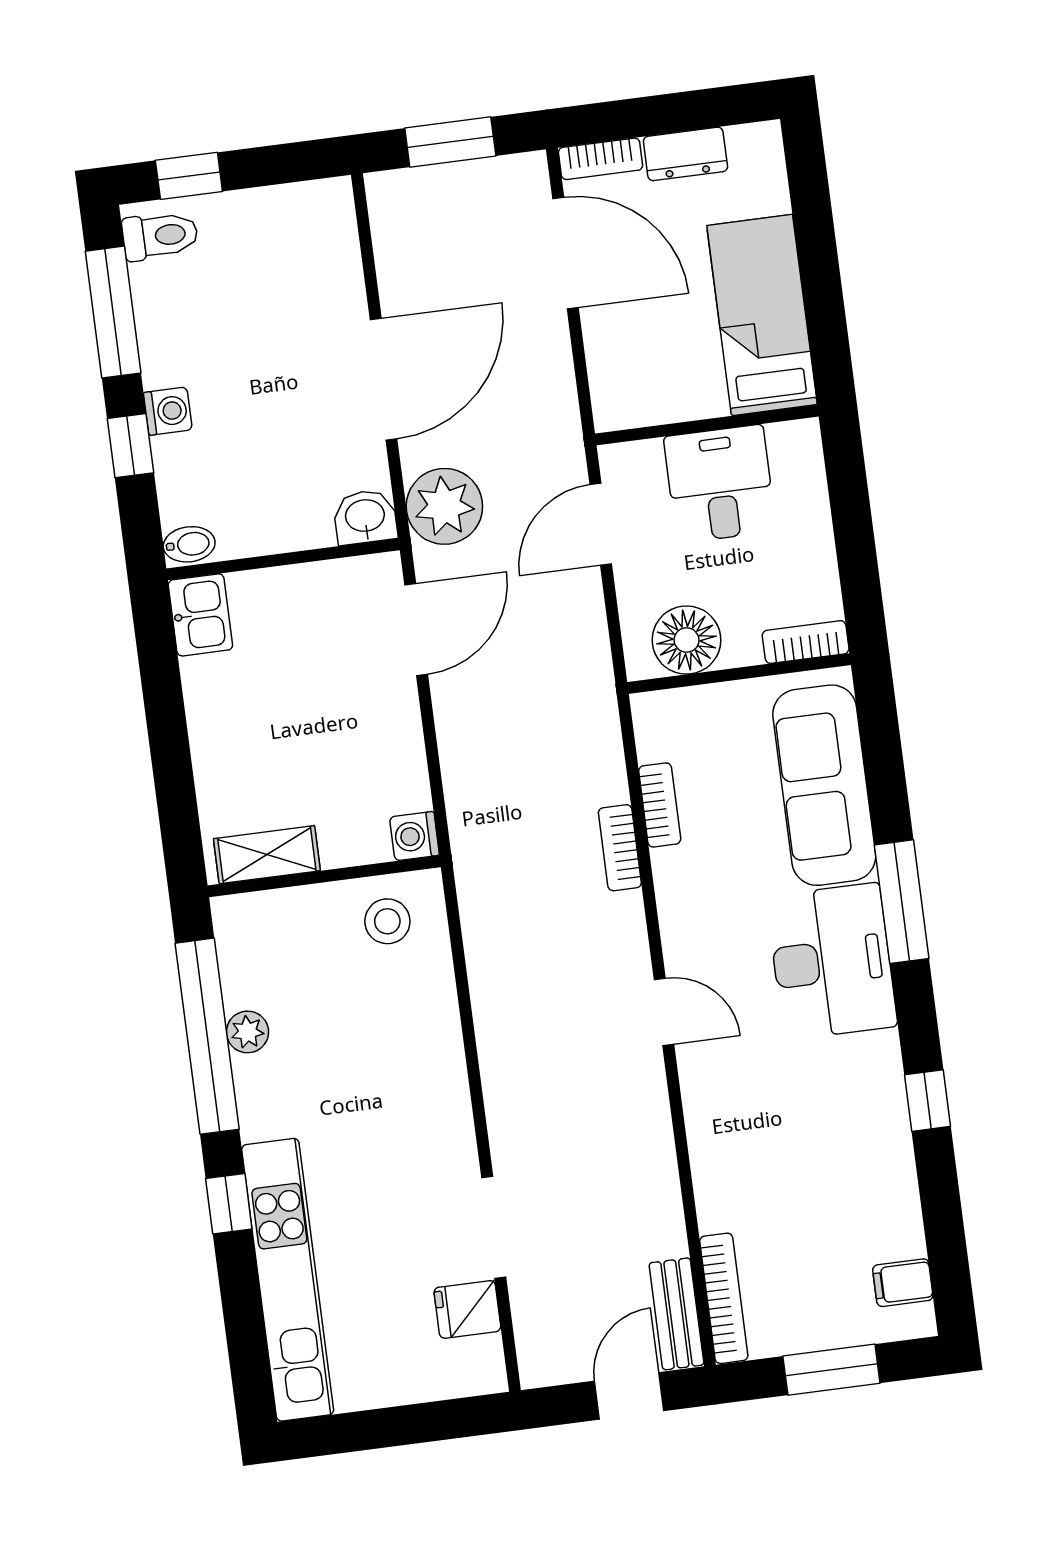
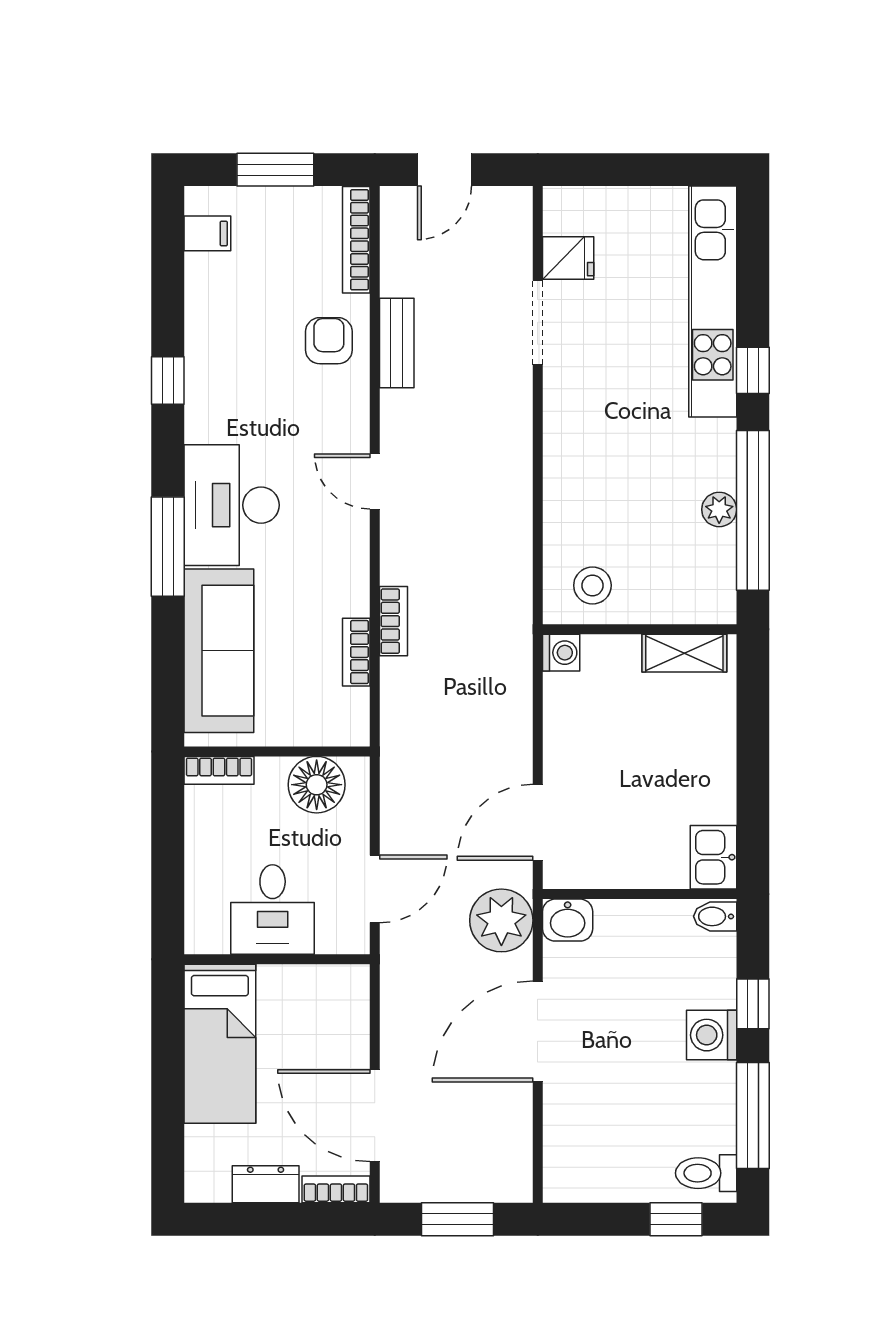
washing machine: (168, 411) -> (712, 1035), width x1.38, depth x1.38
armchair: (741, 1173) -> (329, 341), added
bench: (676, 1314) -> (397, 343), moved

